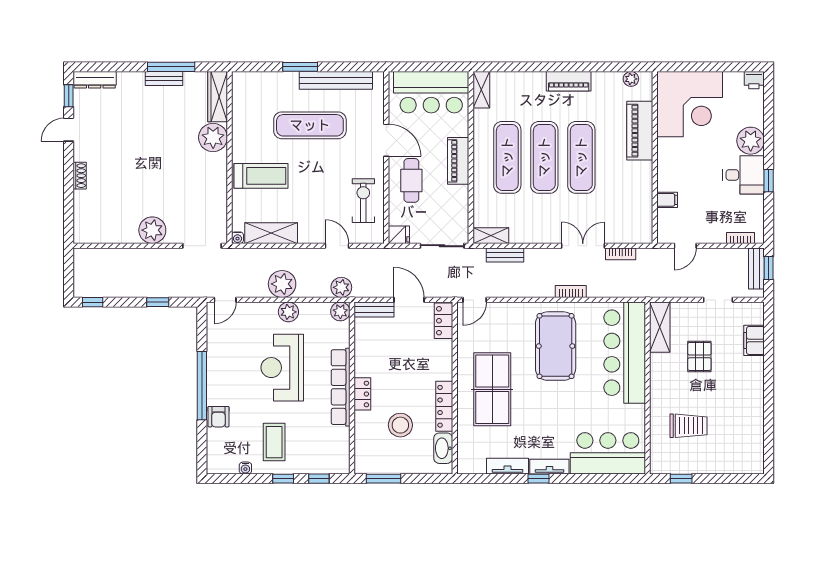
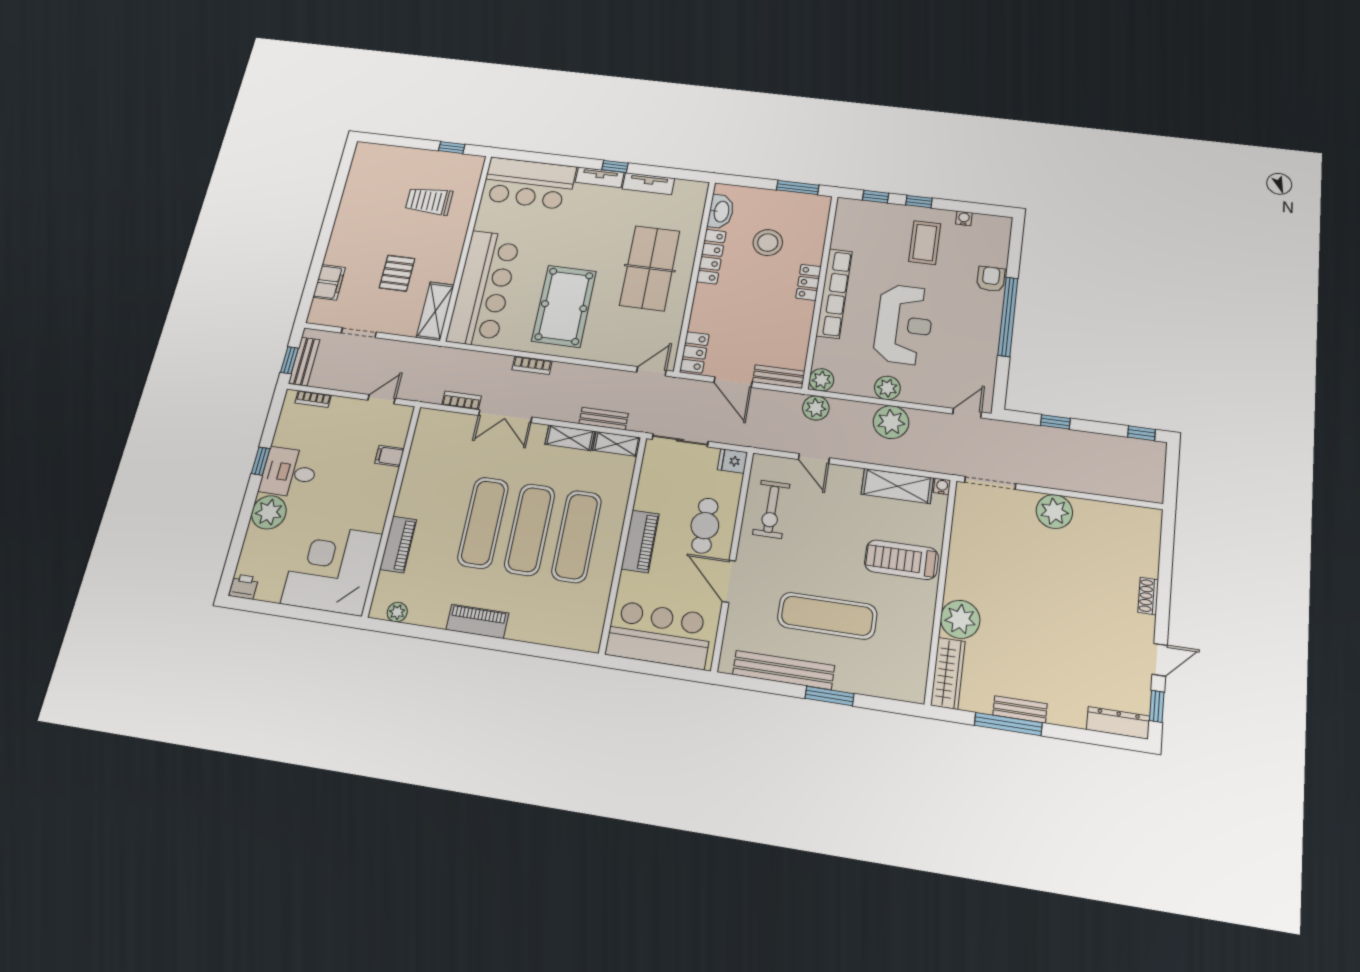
shelving: (481, 90) -> (570, 438), moved, turned 90
piano: (640, 131) -> (398, 544), width x0.73, depth x0.75

